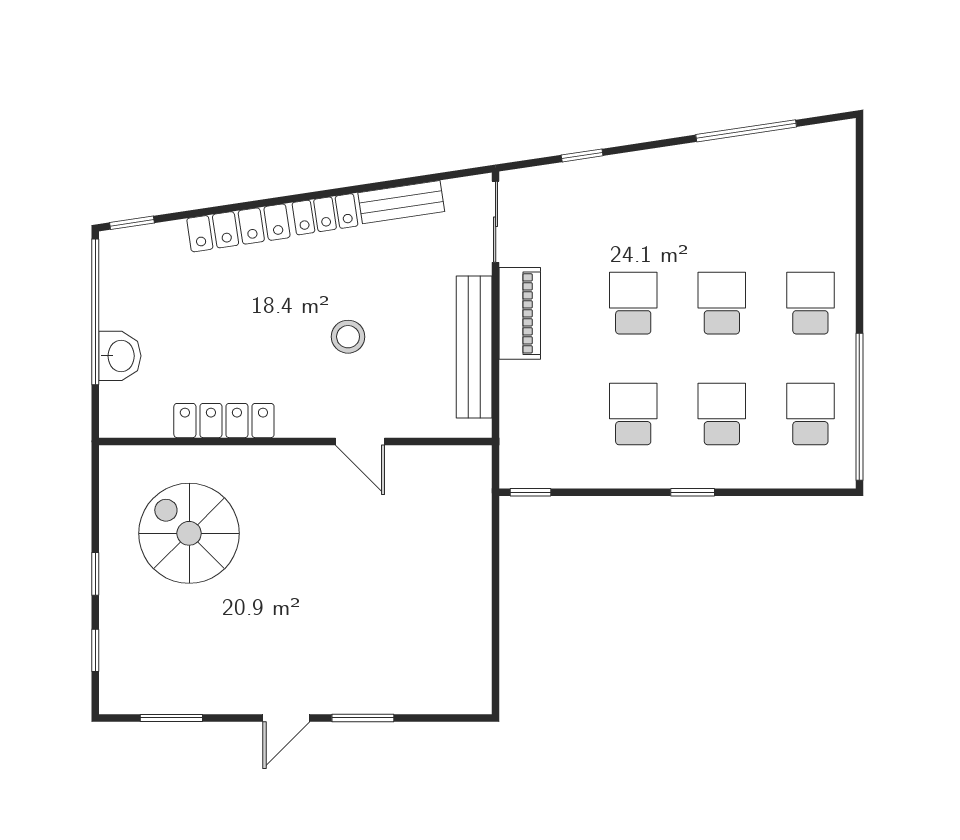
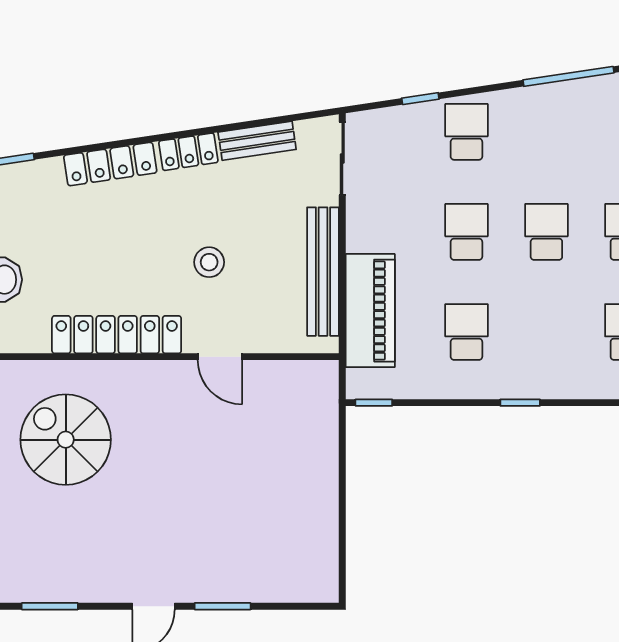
piano: (520, 313) -> (370, 311), moved, width x1.37, depth x1.33
school desk: (722, 414) -> (466, 132), moved
locker: (224, 421) -> (117, 335), width x1.41, depth x1.21

